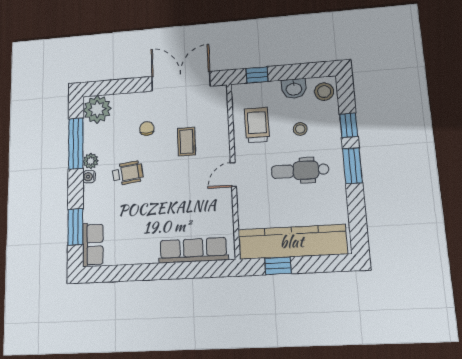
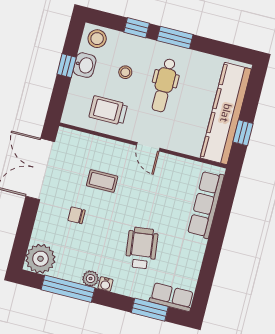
window: (257, 75) -> (67, 66), moved
wheelchair: (128, 173) -> (142, 248), moved, width x1.36, depth x1.37

